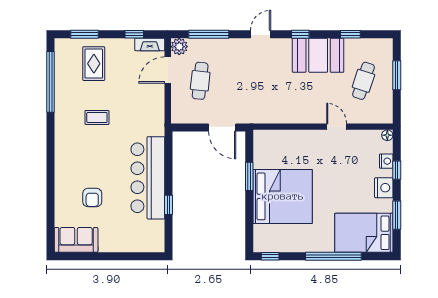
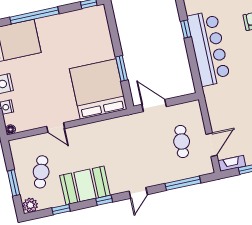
plant: (179, 47) -> (30, 205), moved
bed: (283, 196) -> (98, 89), moved, turned 90

